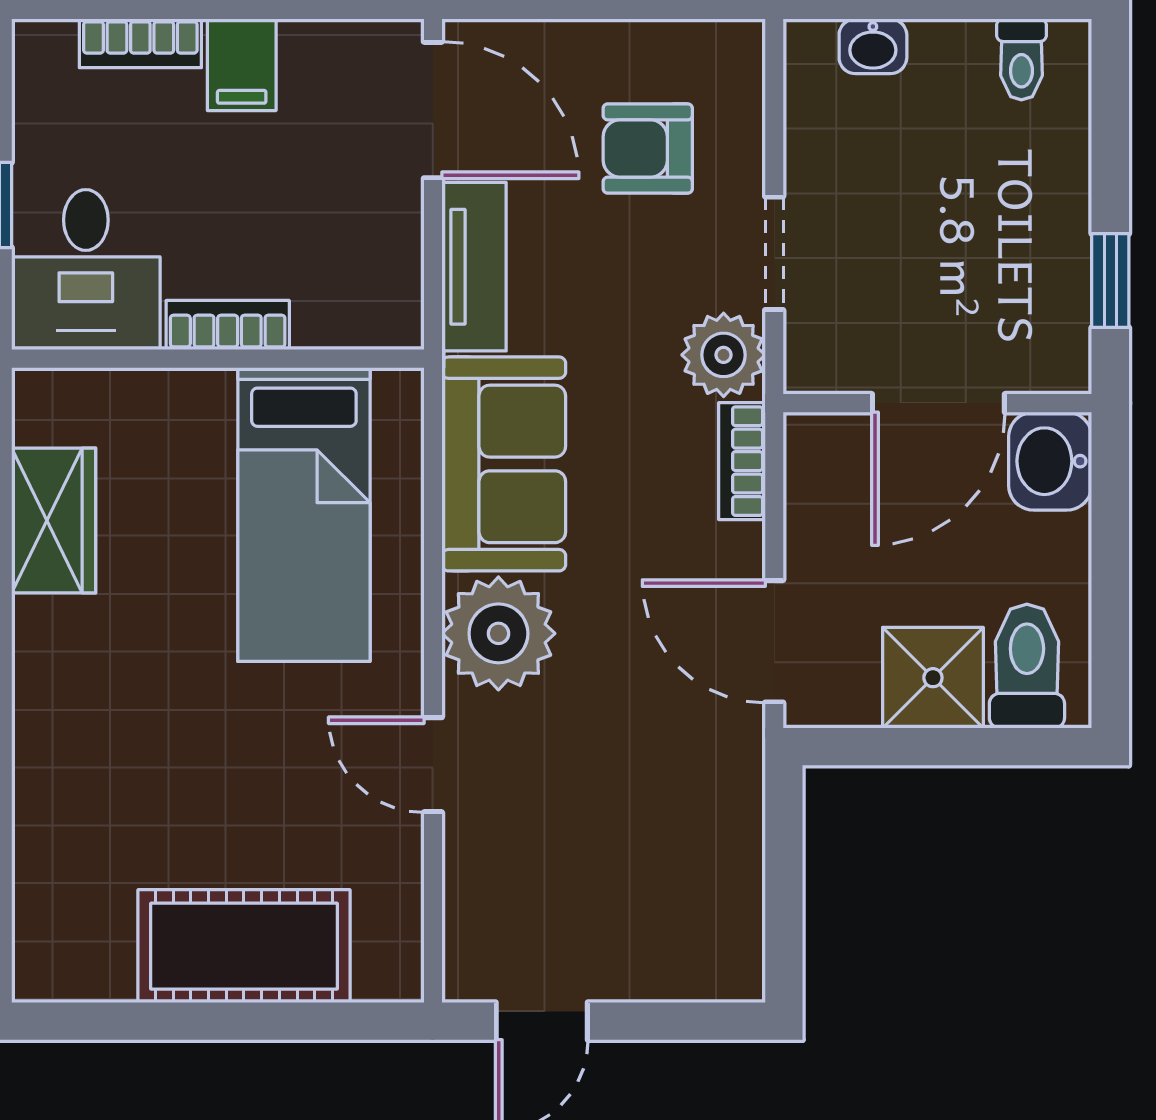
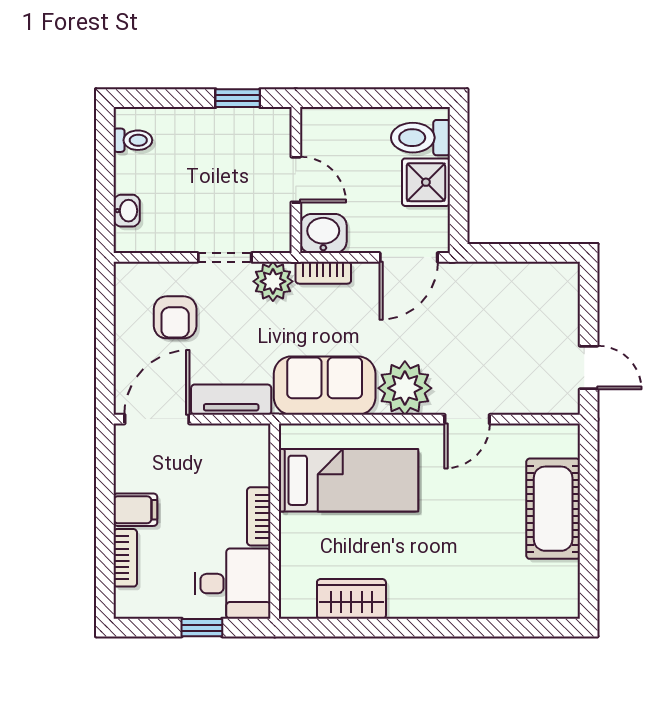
door: (938, 403) -> (296, 180), width x0.73
washbasin: (1050, 461) -> (323, 233), moved, turned 180

